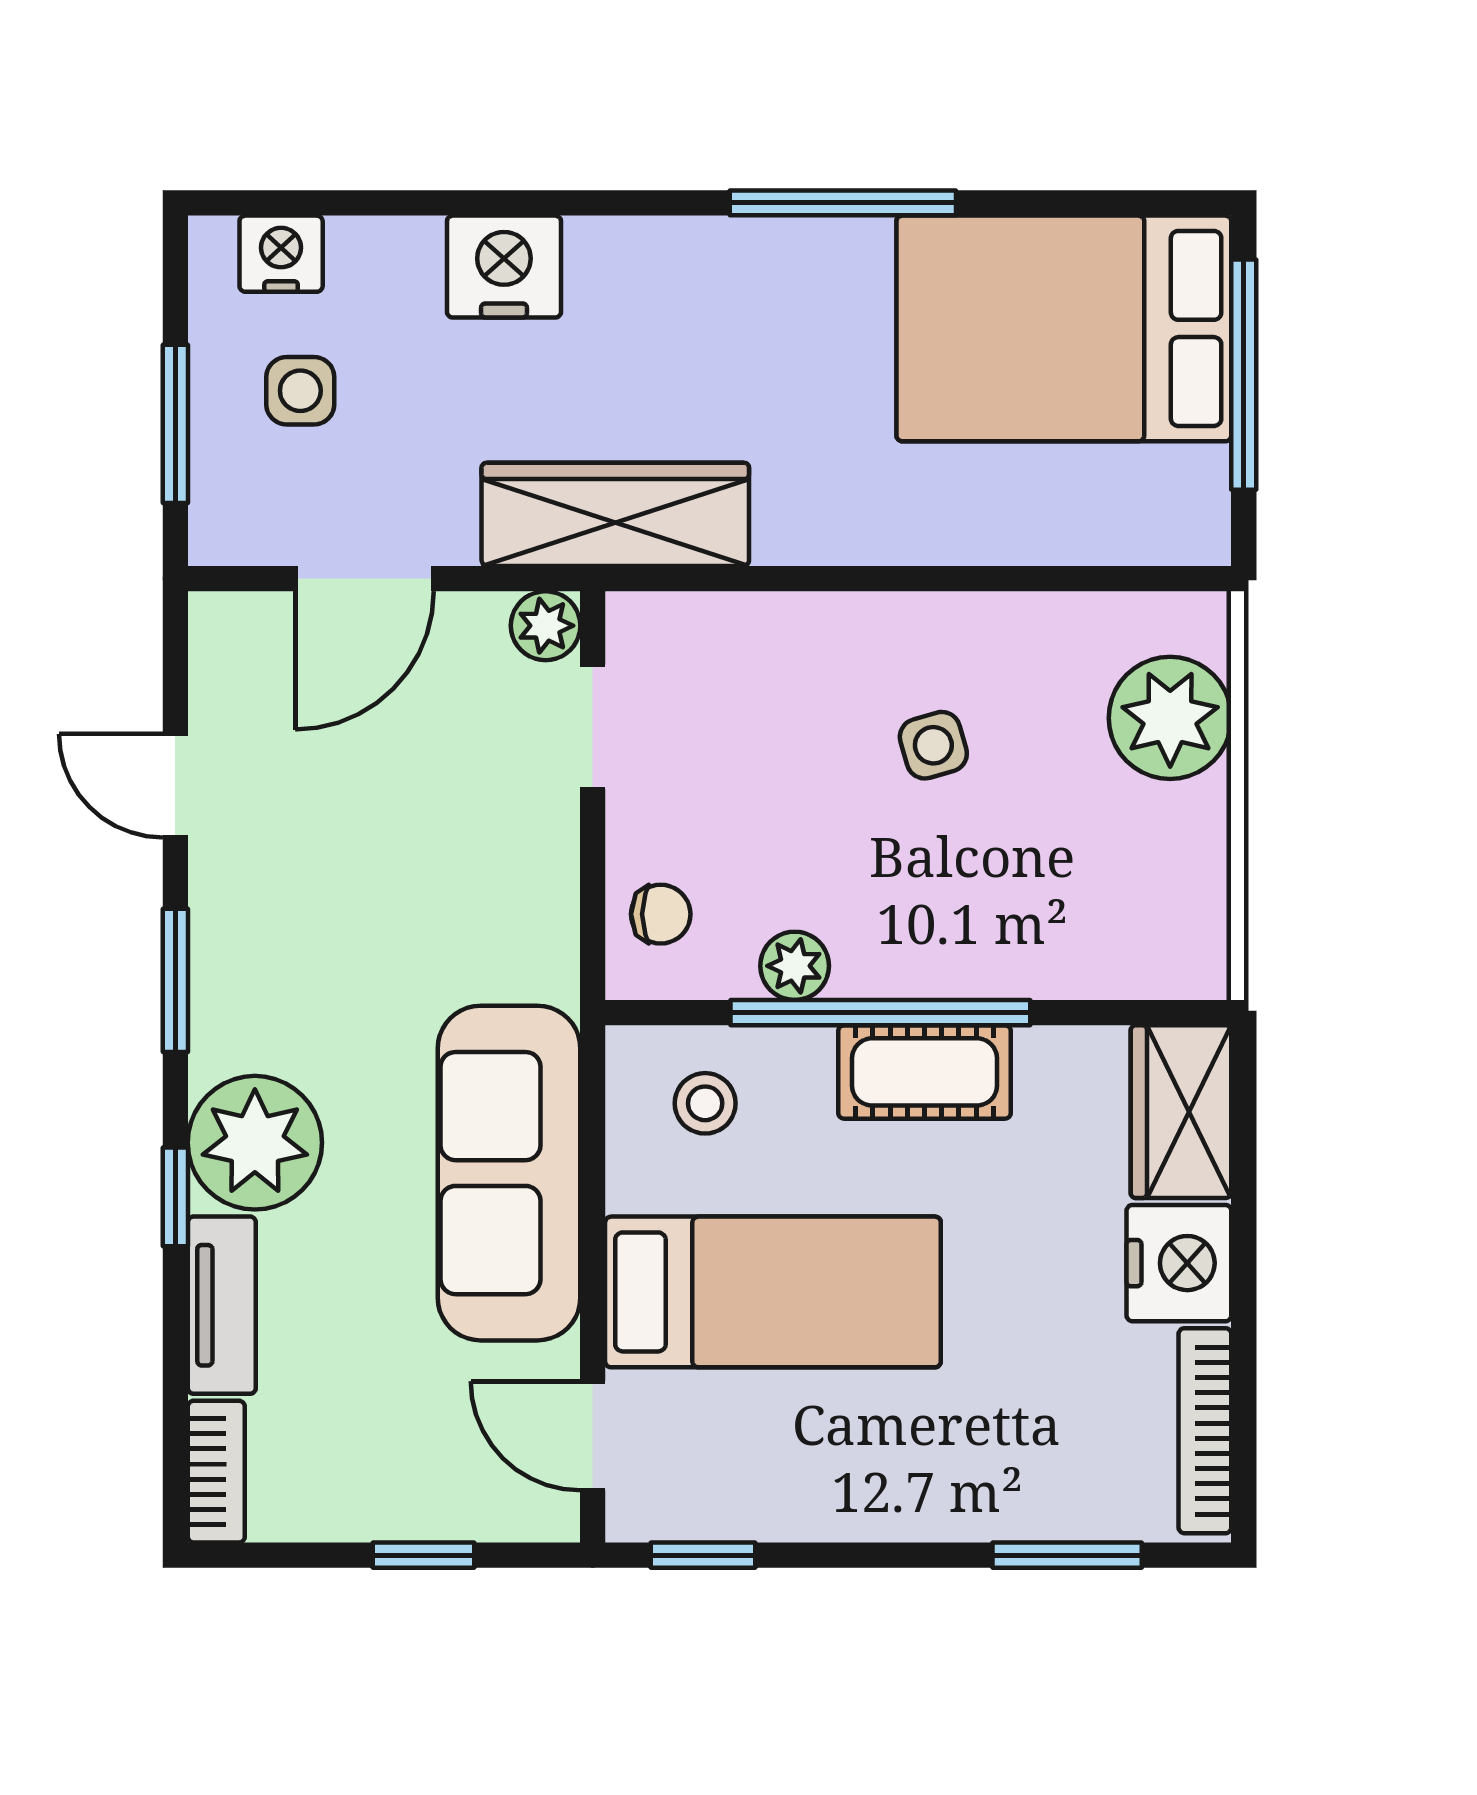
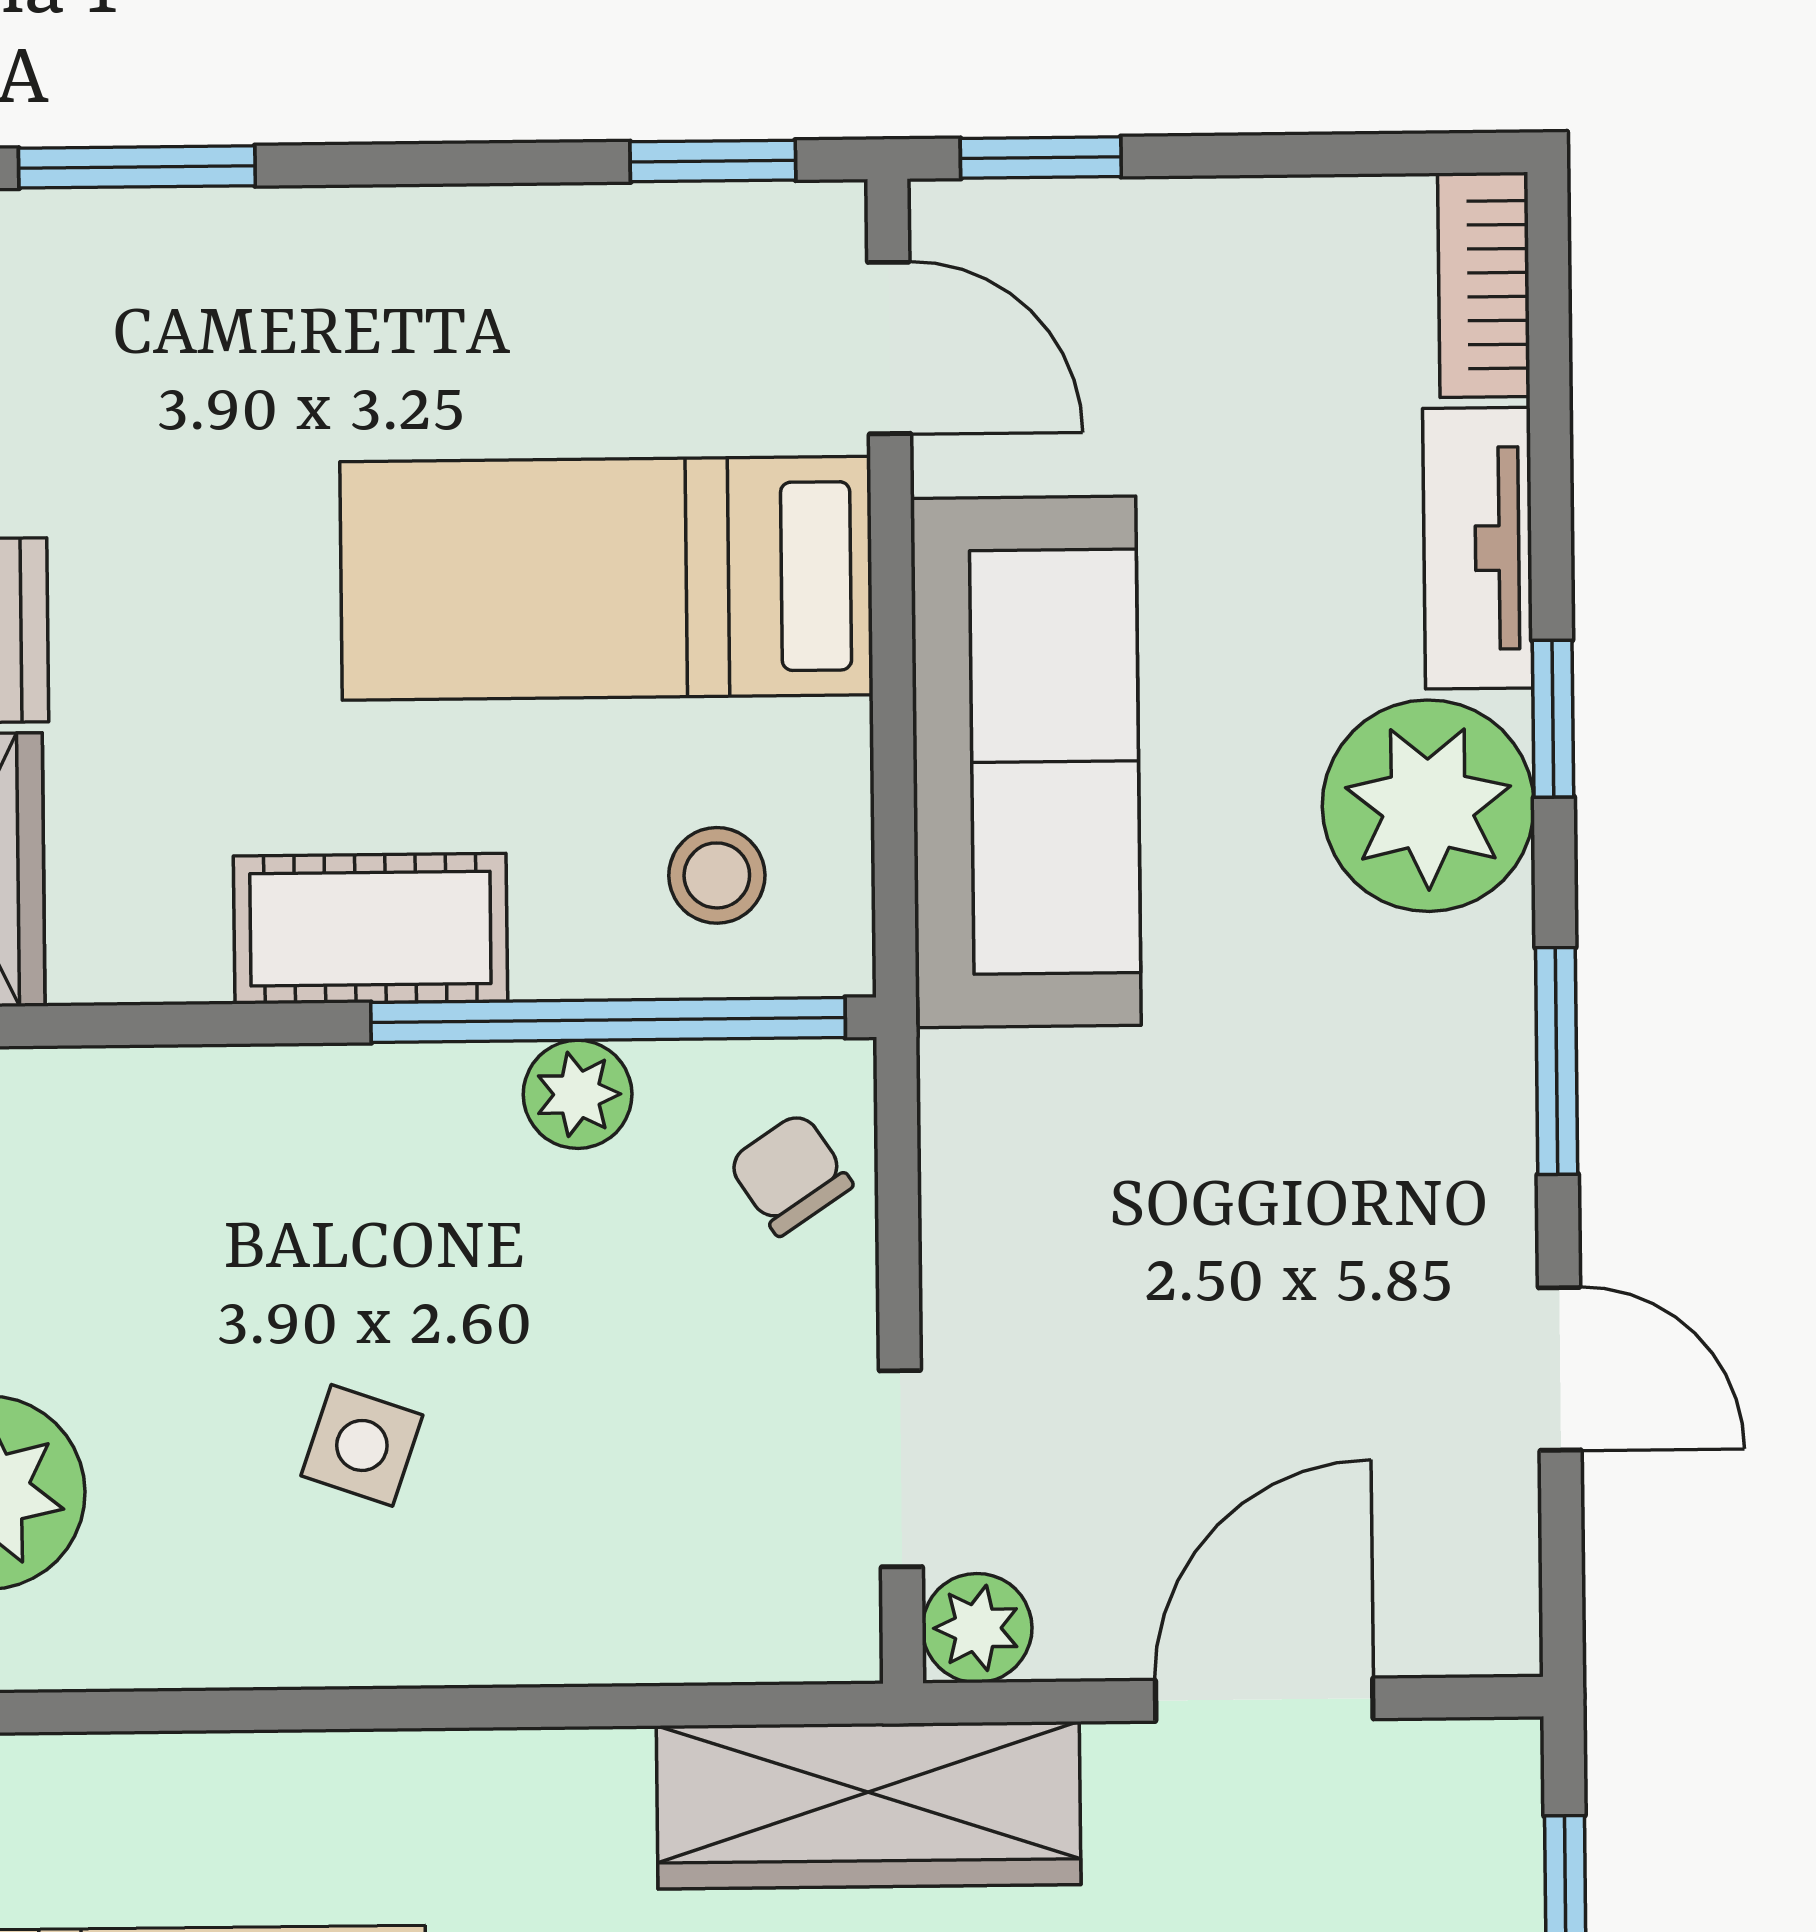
side table: (933, 745) -> (362, 1445), turned 35
chair: (661, 914) -> (790, 1174), turned 56
window: (880, 1013) -> (608, 1020), moved
window: (424, 1555) -> (1041, 157), moved

